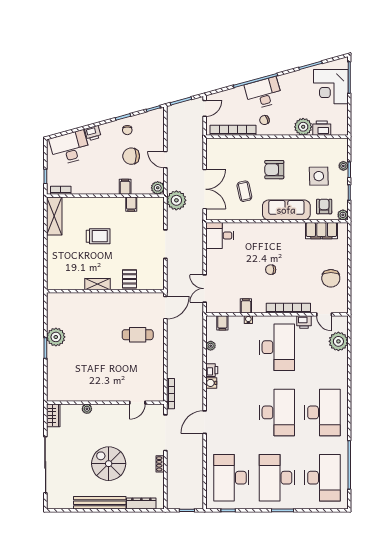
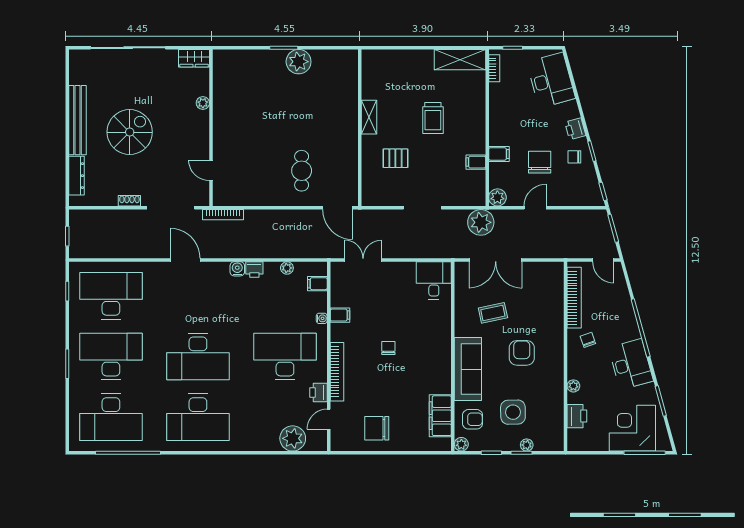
desk: (263, 93) -> (631, 364), moved
plant: (303, 127) -> (573, 386), width x0.53, depth x0.53
printer: (93, 133) -> (575, 129), moved
pallet: (129, 279) -> (395, 158), moved
desk: (277, 347) -> (285, 356), turned 180

